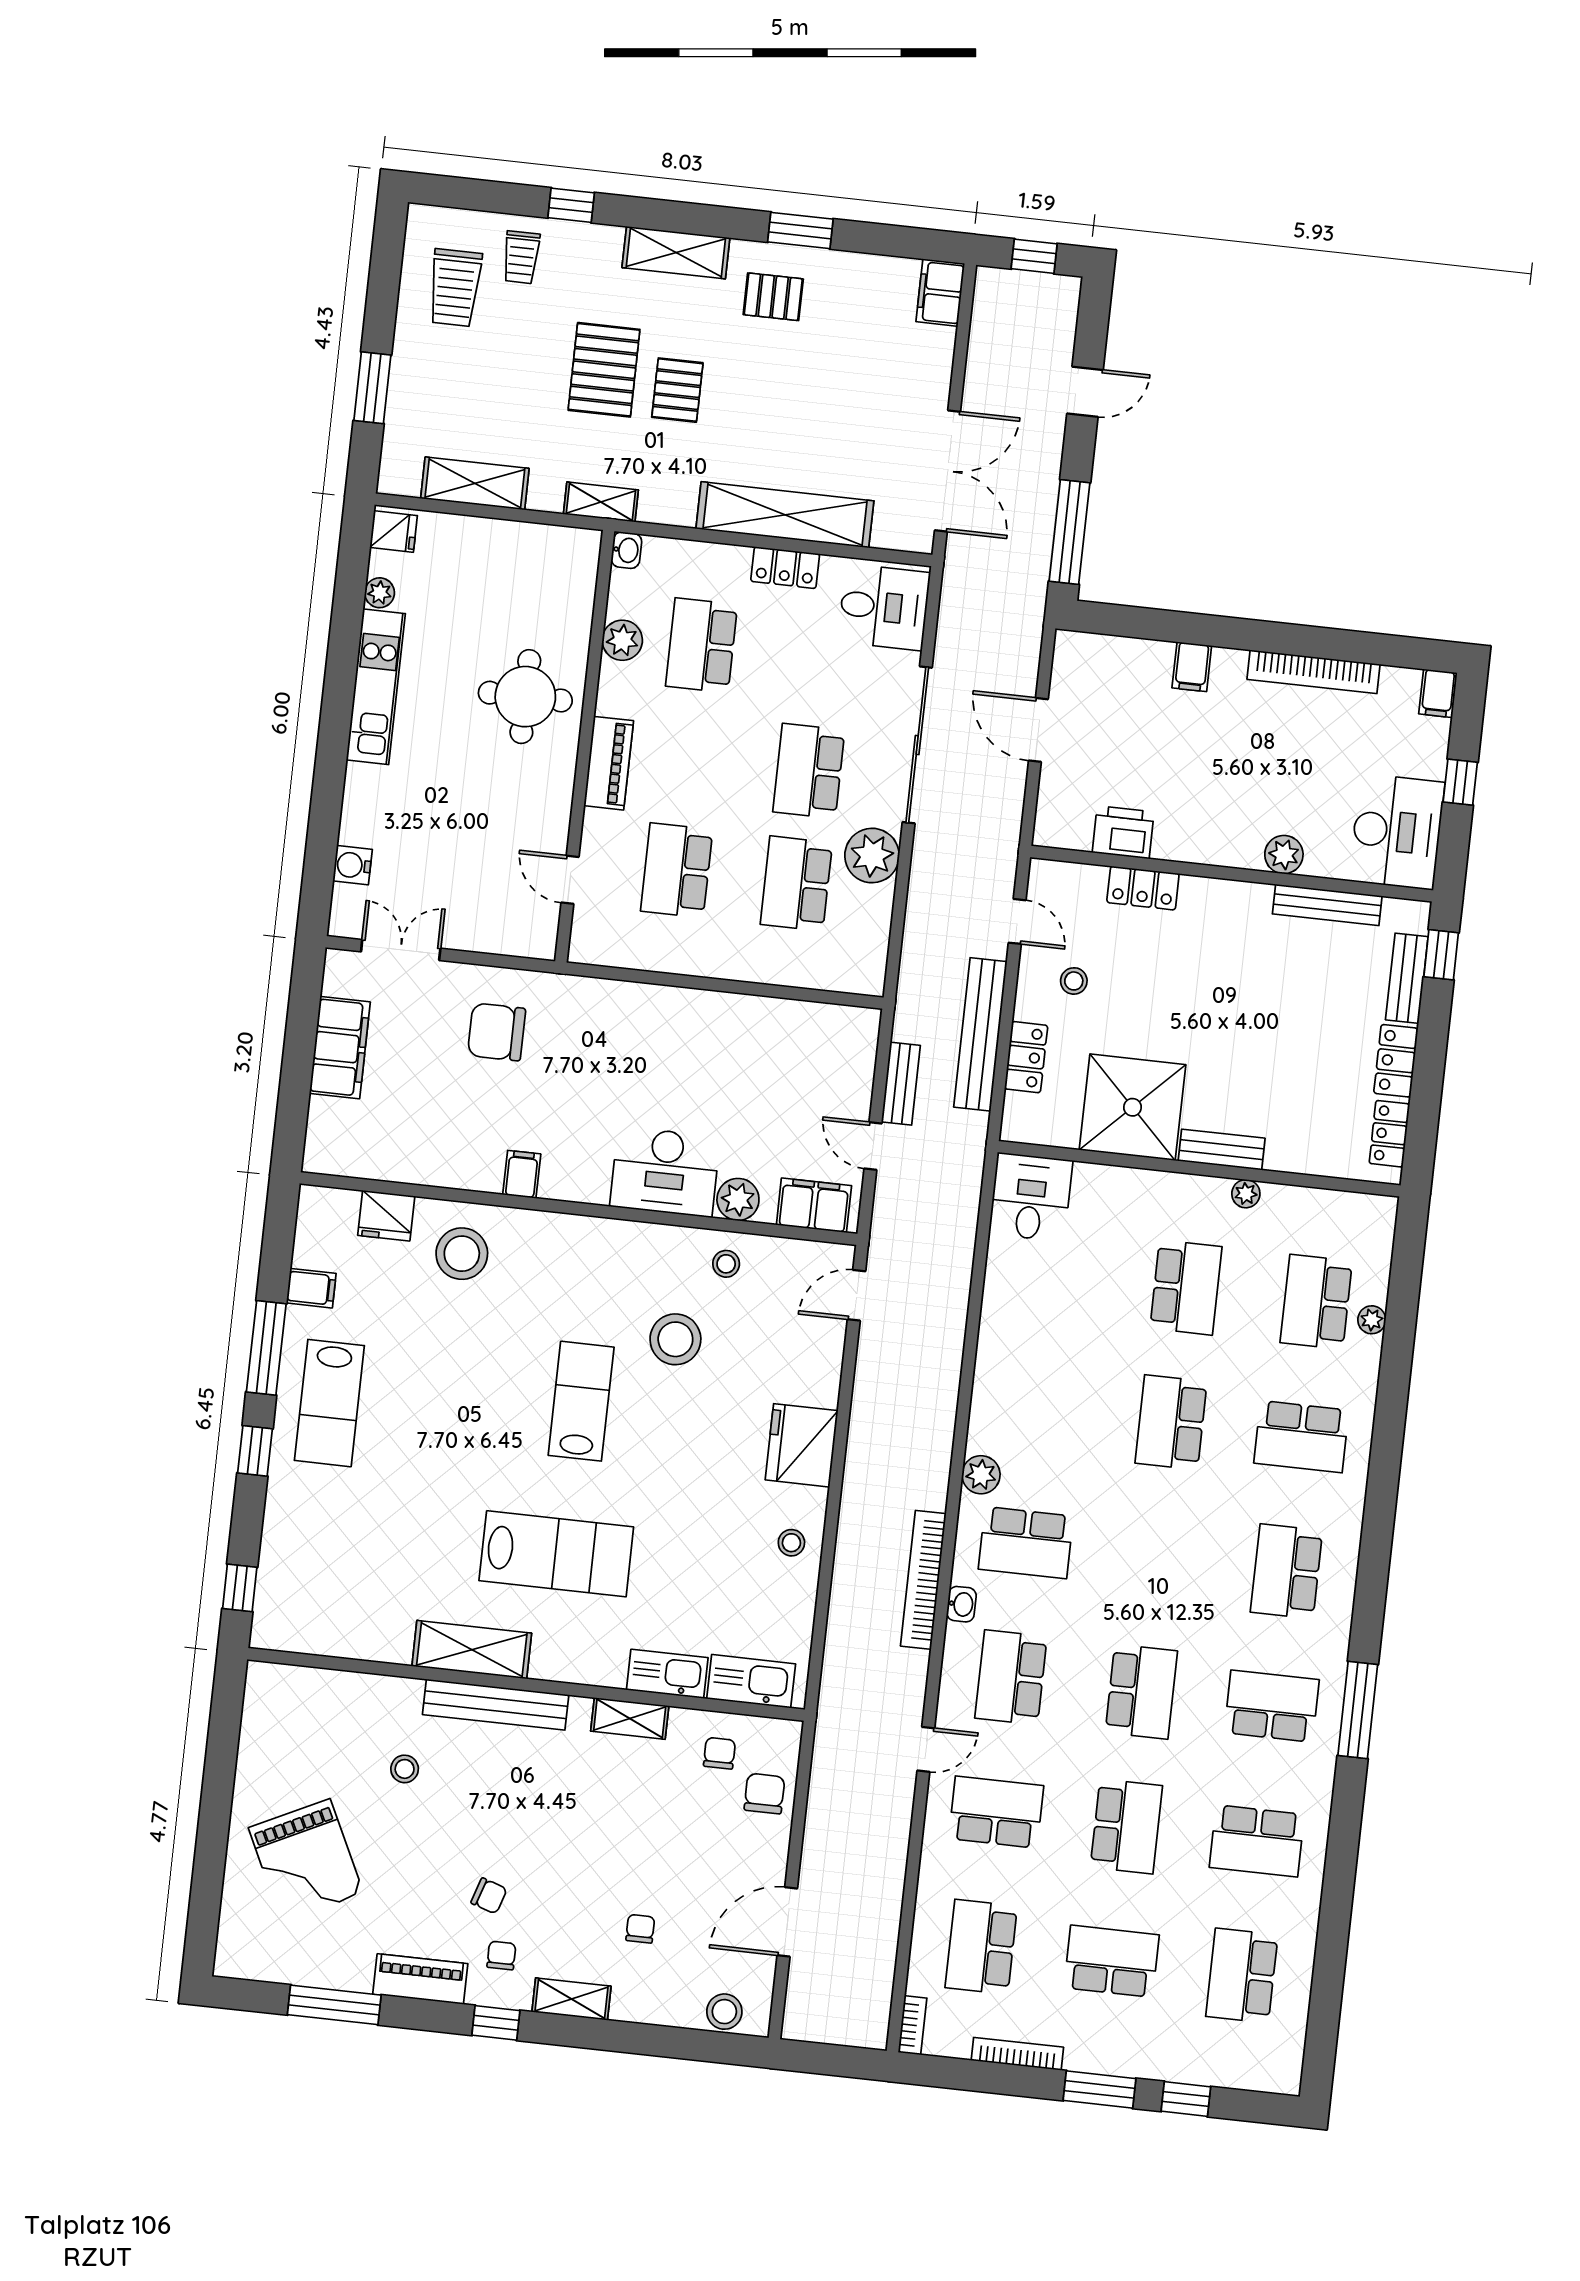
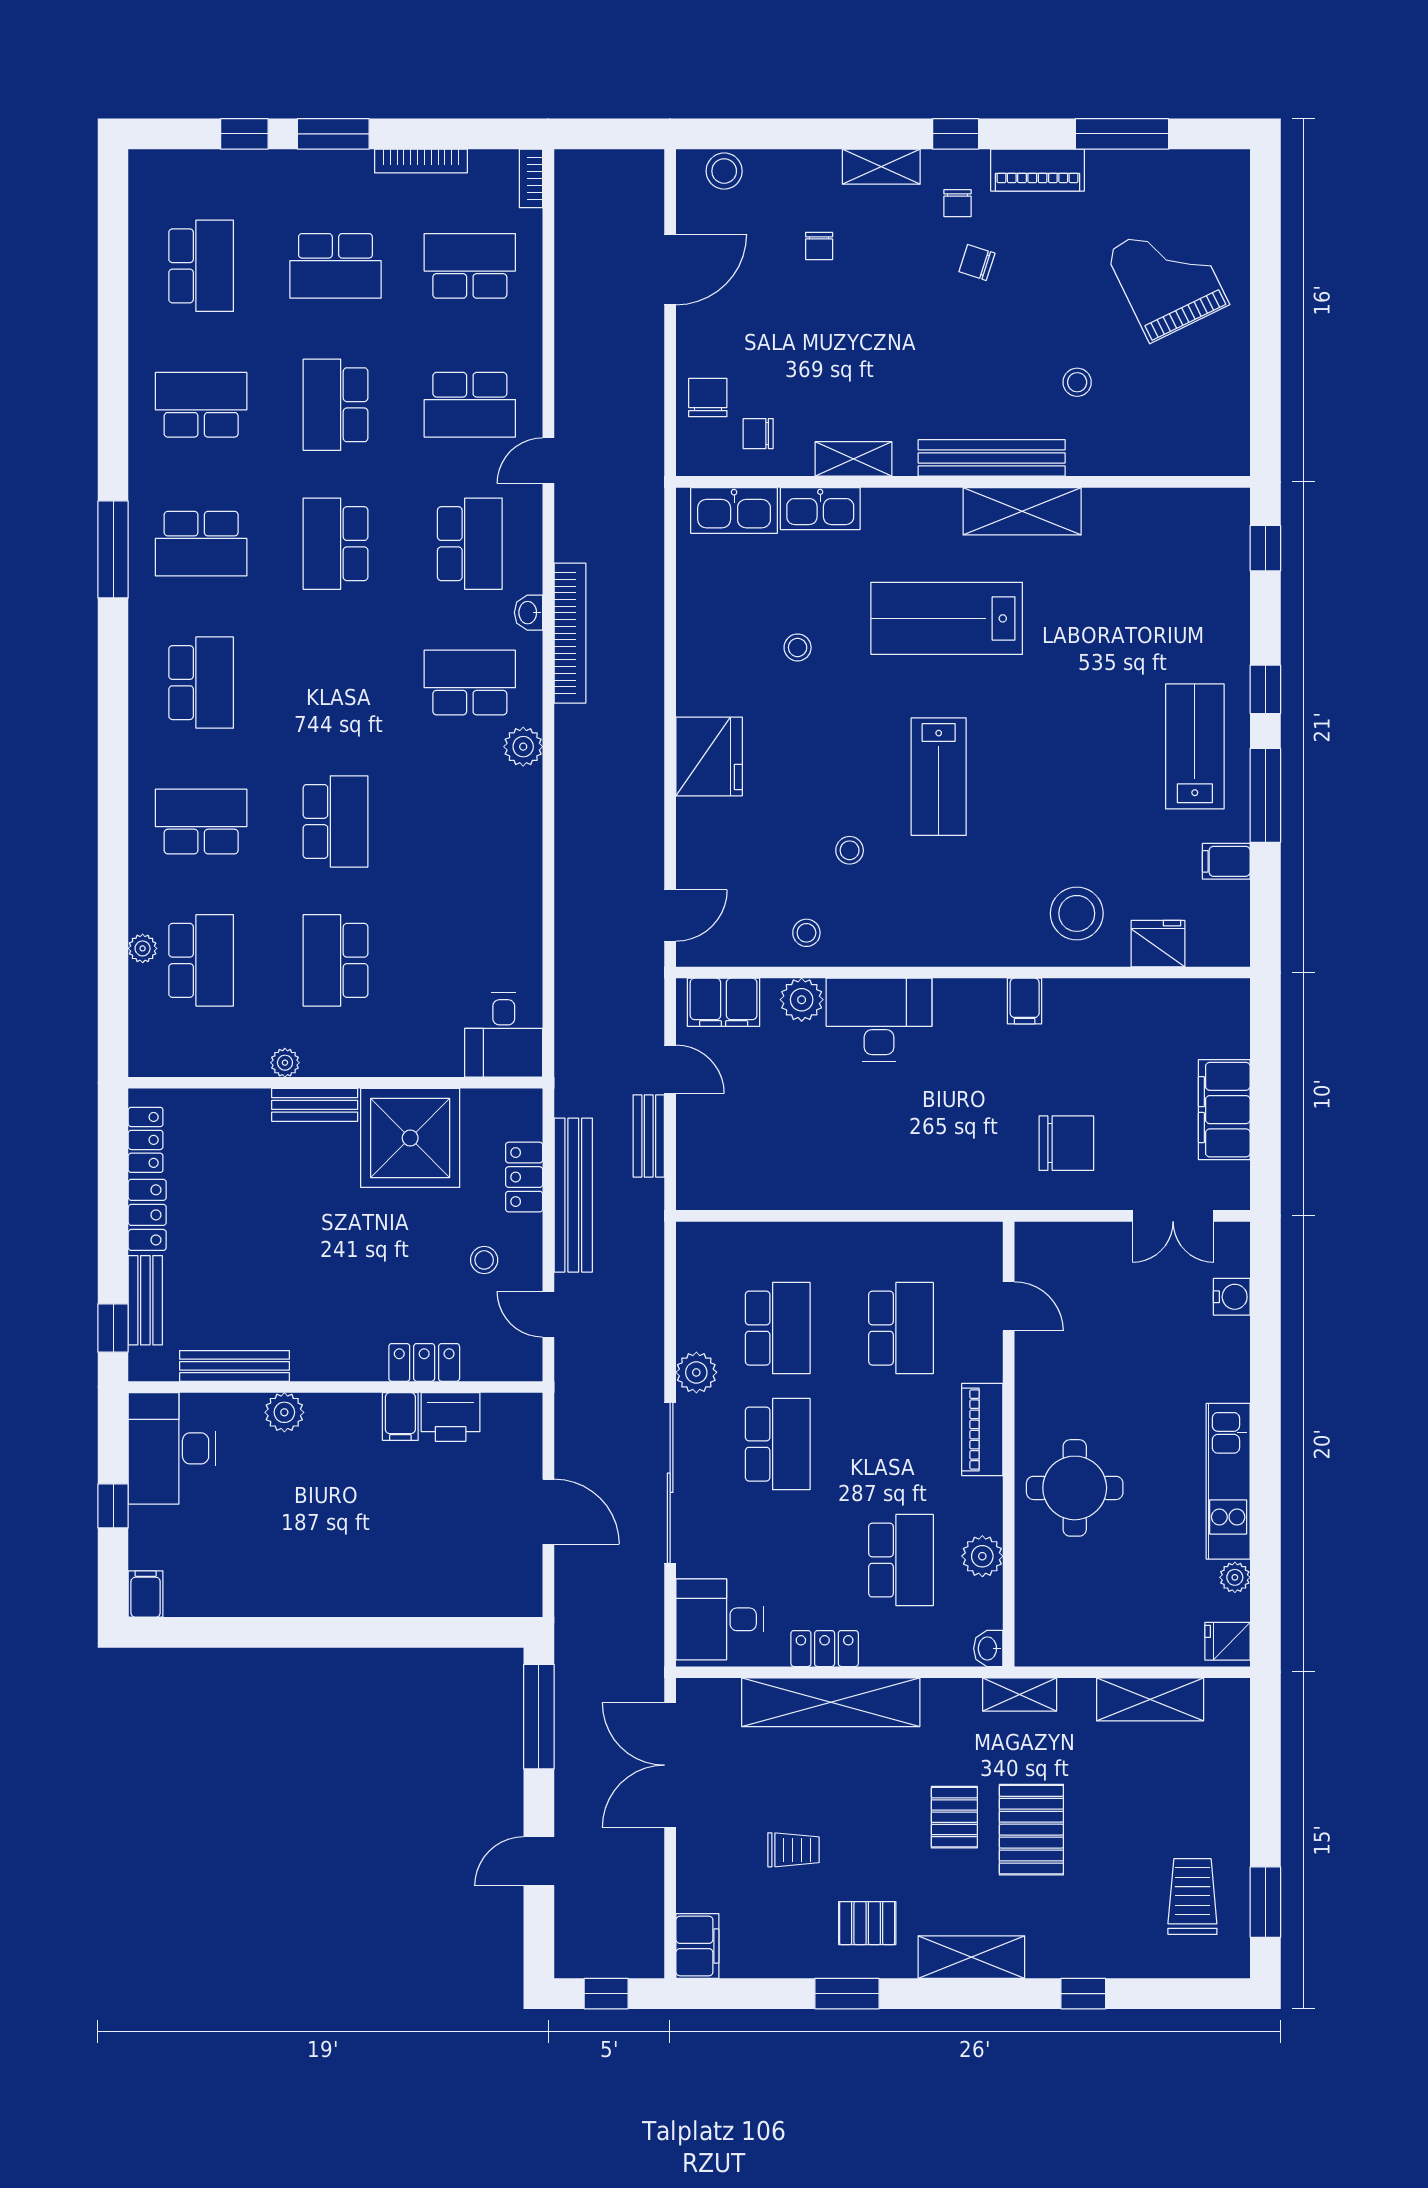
trolley: (521, 257) -> (793, 1850), moved, turned 90
window: (372, 388) -> (1265, 1902), moved
filing cabinet: (1192, 667) -> (400, 1417), moved, turned 180
bookcase: (1314, 672) -> (275, 1602), removed
plant: (872, 856) -> (696, 1372), width x0.73, depth x0.73
stool: (675, 1339) -> (850, 850), width x0.53, depth x0.53
stool: (791, 1543) -> (798, 647), moved
chair: (719, 1753) -> (758, 434), turned 90
chair: (764, 1794) -> (708, 398), turned 180
school desk: (981, 1947) -> (470, 266), turned -90

